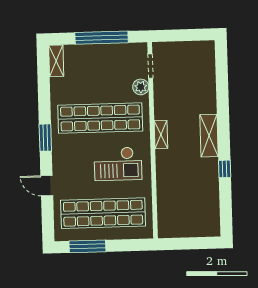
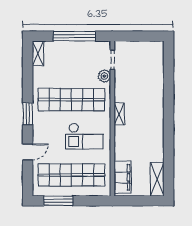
shelving: (209, 136) -> (157, 179), moved
window: (225, 169) -> (169, 143), removed
door: (47, 186) -> (28, 152), swing flipped
filing cabinet: (168, 214) -> (123, 177), added

